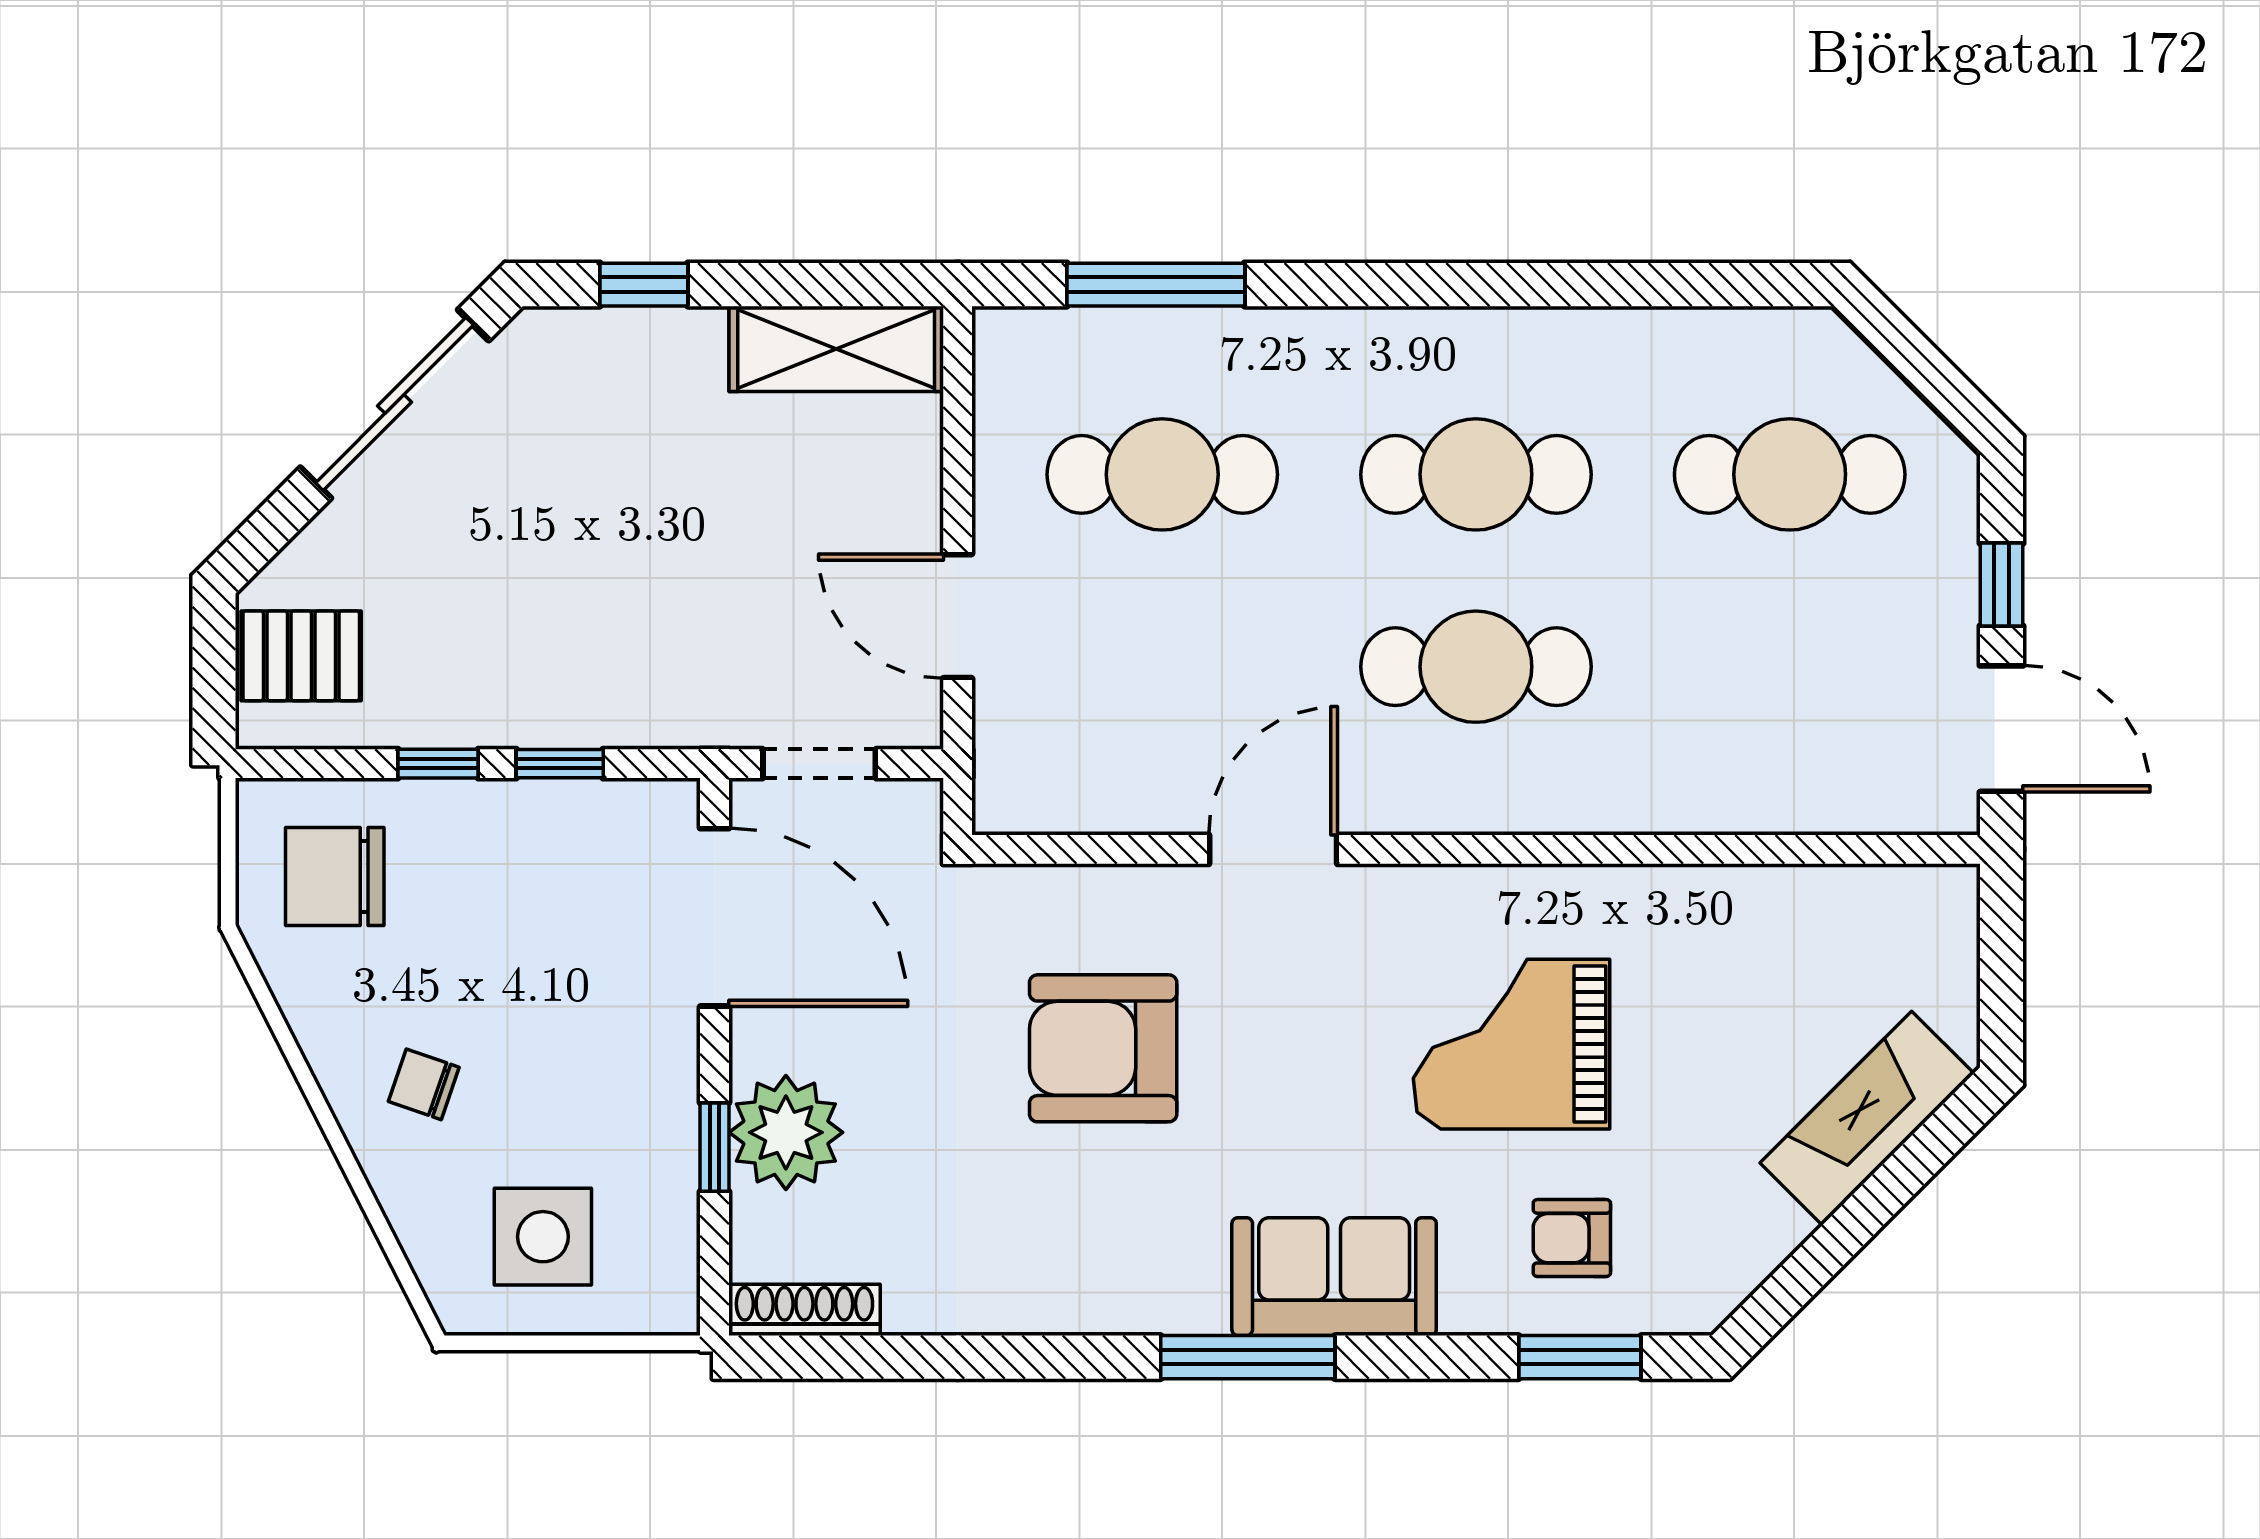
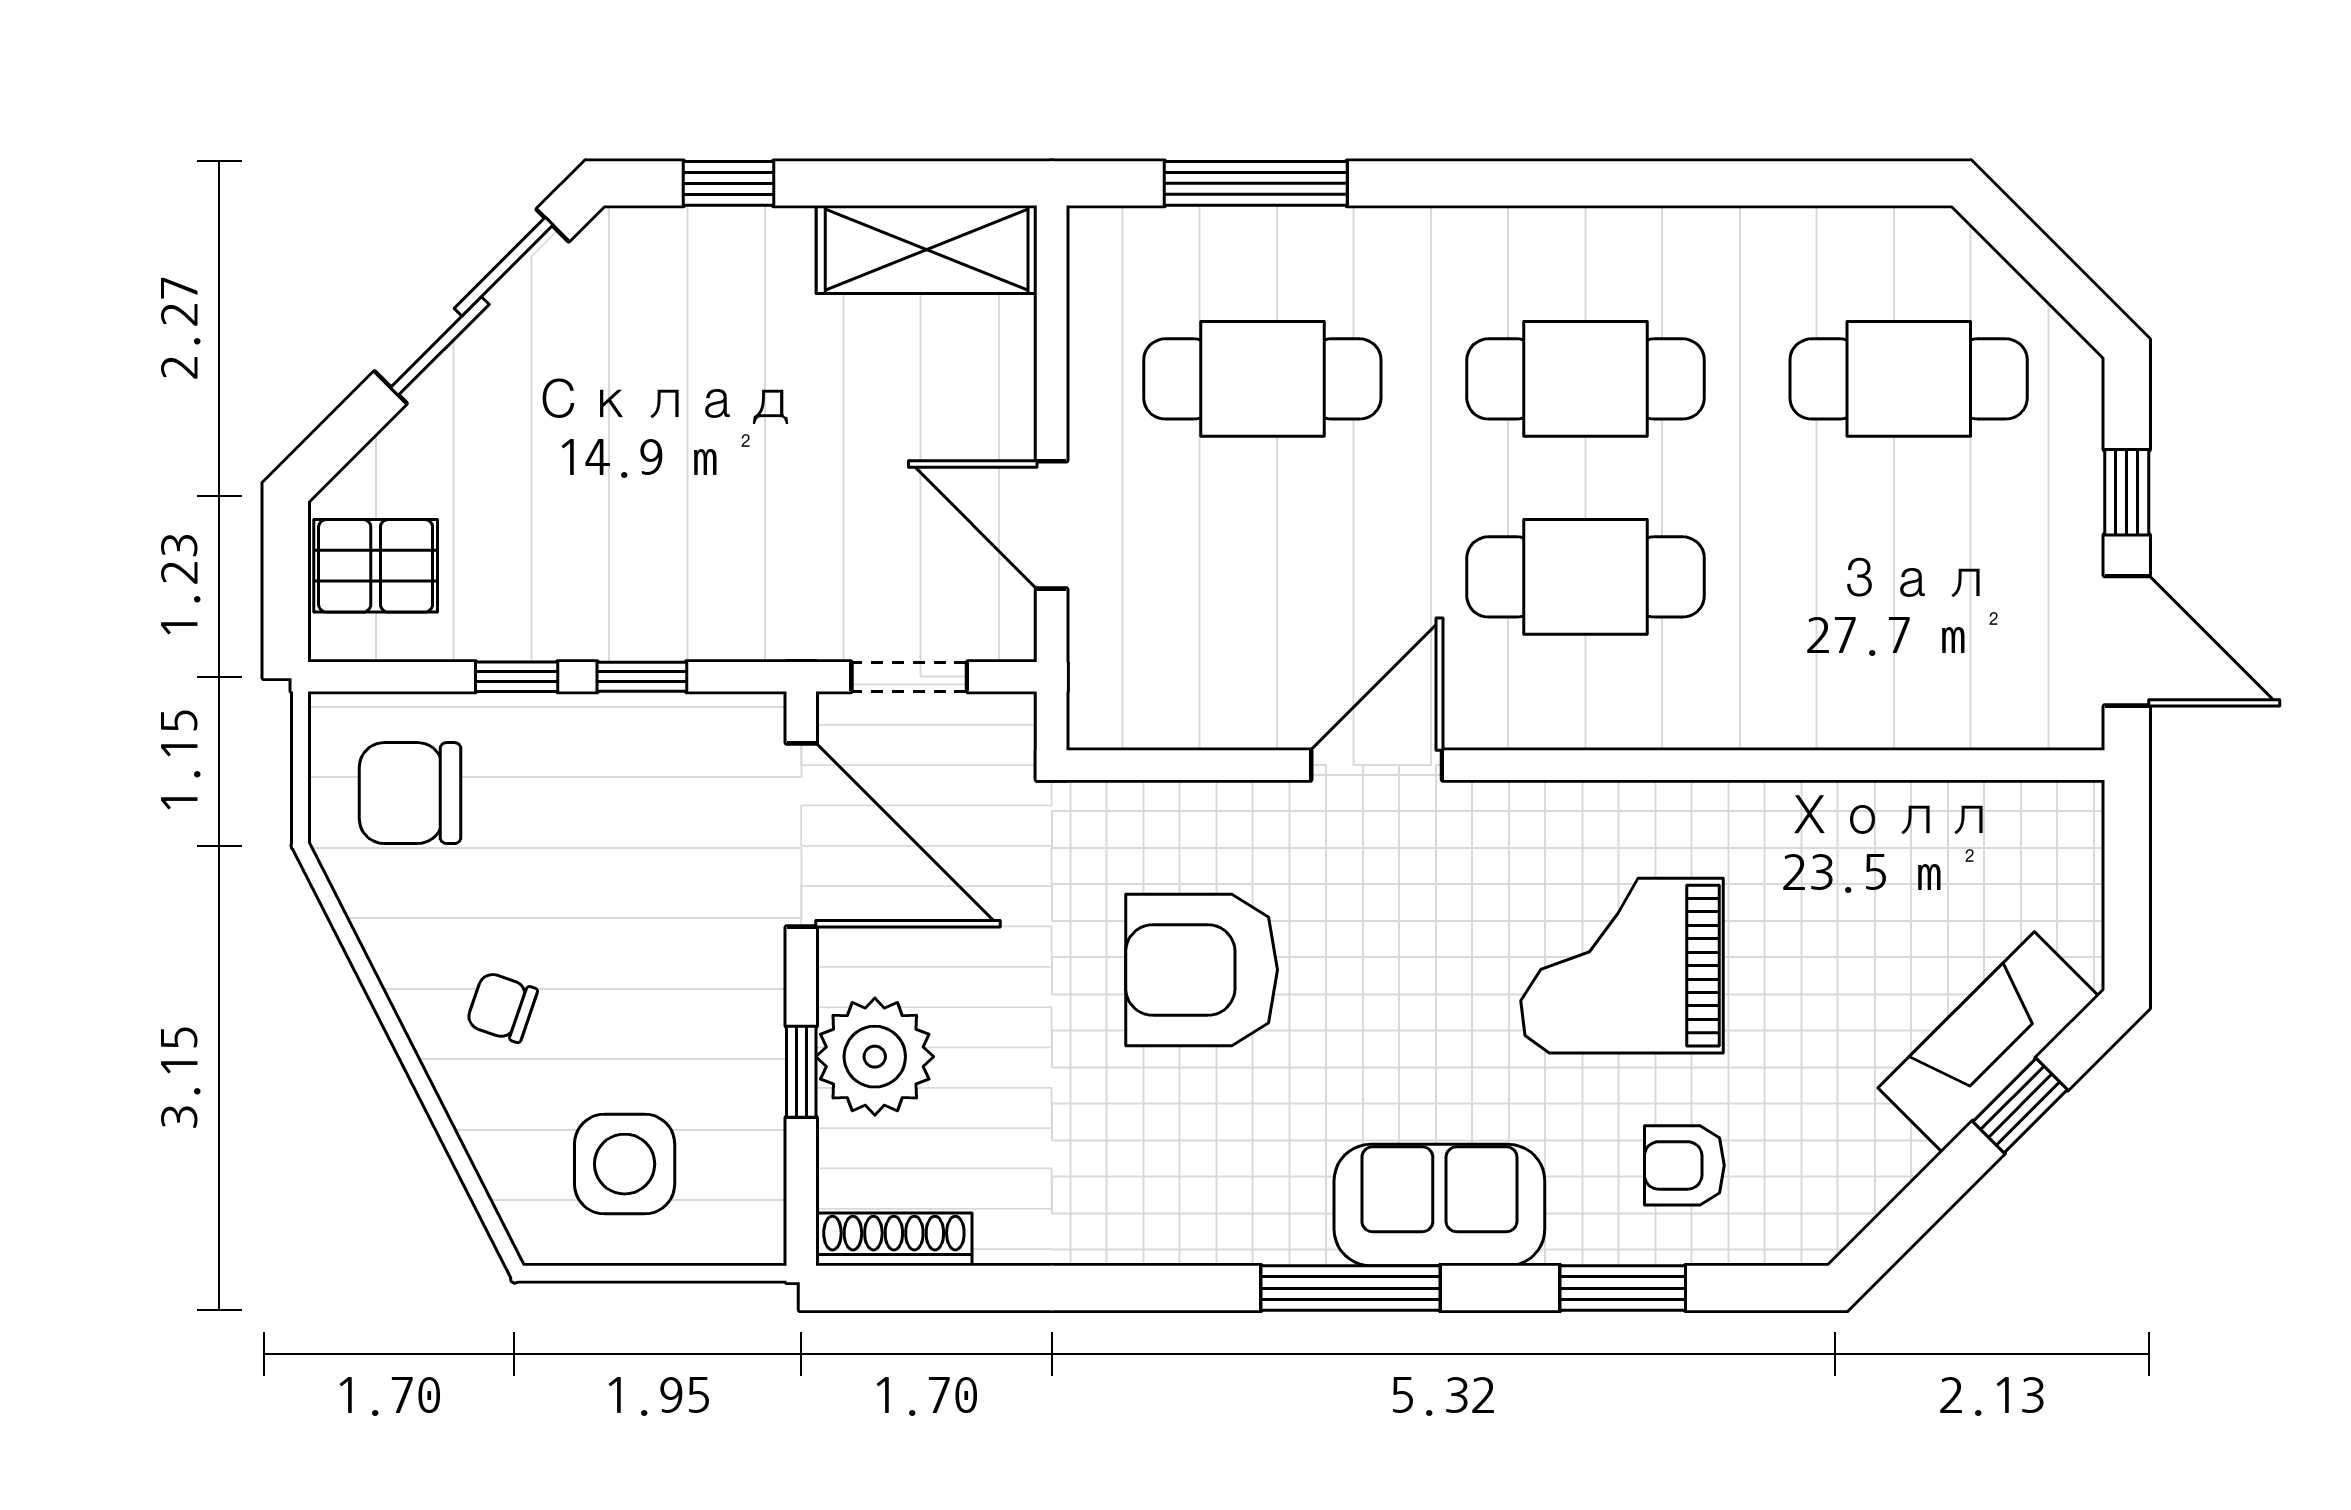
window: (1898, 1180) -> (2020, 1106), added
window: (1580, 1357) -> (1623, 1288), moved

